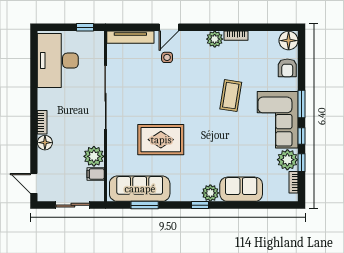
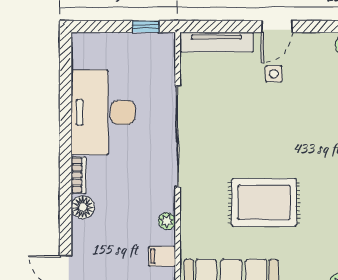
desk: (58, 61) -> (103, 112), moved
plant: (94, 156) -> (167, 221), width x0.53, depth x0.53

